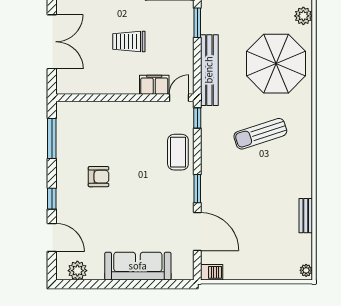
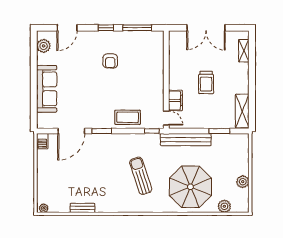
trolley: (129, 42) -> (206, 82), turned 180
window: (52, 199) -> (106, 28), moved

